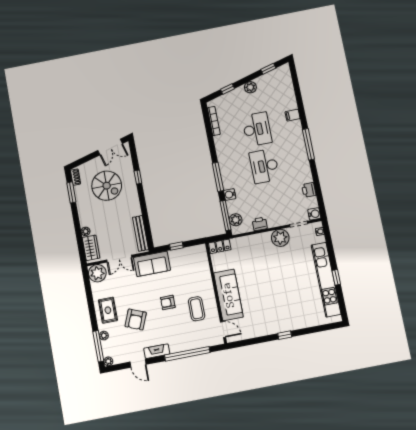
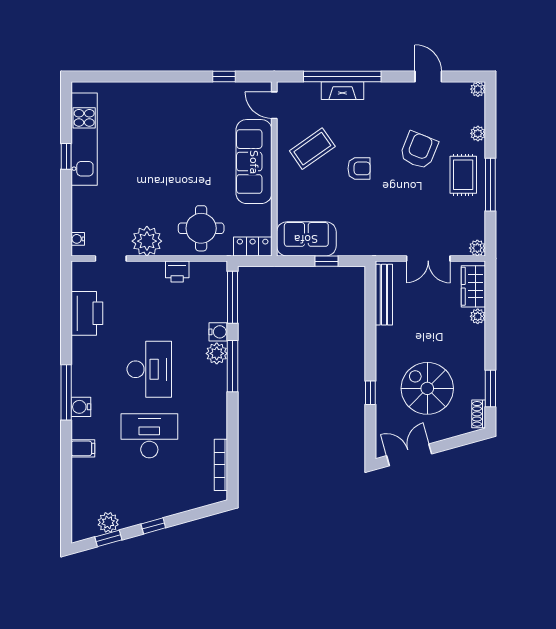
plant: (250, 87) -> (108, 522), moved
window: (227, 89) -> (153, 526), moved
desk: (257, 129) -> (149, 436), turned 90
printer: (309, 190) -> (87, 313), width x1.87, depth x1.48
water cooler: (314, 214) -> (81, 407), moved
plant: (236, 220) -> (217, 353), moved
round table: (251, 251) -> (201, 228), added
double door: (119, 259) -> (428, 258), swing flipped
sofa: (152, 264) -> (306, 239), moved
plant: (97, 273) -> (477, 248), width x0.53, depth x0.53
kitchen unit: (326, 280) -> (84, 139), width x0.73
coffee table: (197, 309) -> (312, 149), turned 55
window: (285, 335) -> (224, 77), moved
window: (98, 346) -> (490, 185), moved
fireplace: (157, 351) -> (342, 91), moved

